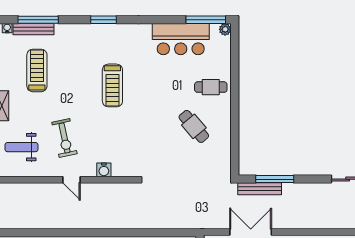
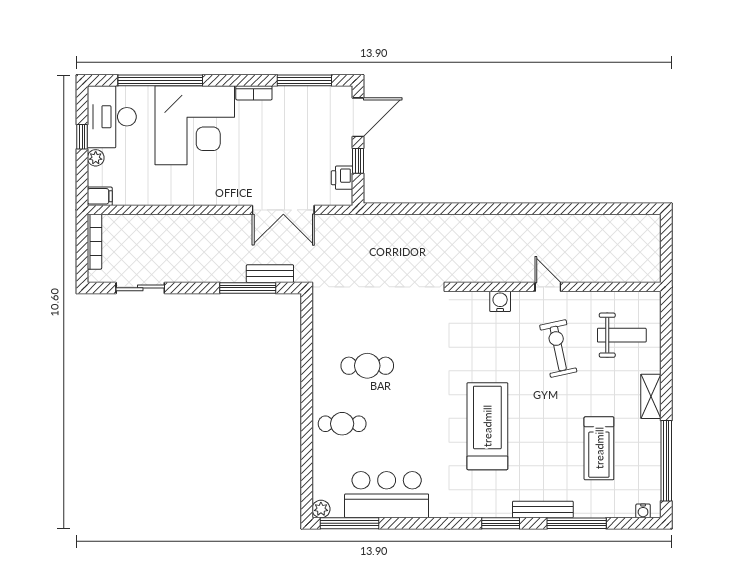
window: (38, 20) -> (577, 523), moved
bench: (33, 29) -> (543, 509), moved
treadmill: (112, 85) -> (487, 426), width x1.37, depth x1.38
cafe table: (194, 126) -> (367, 366), turned -50
bench: (260, 189) -> (270, 274), width x0.73

